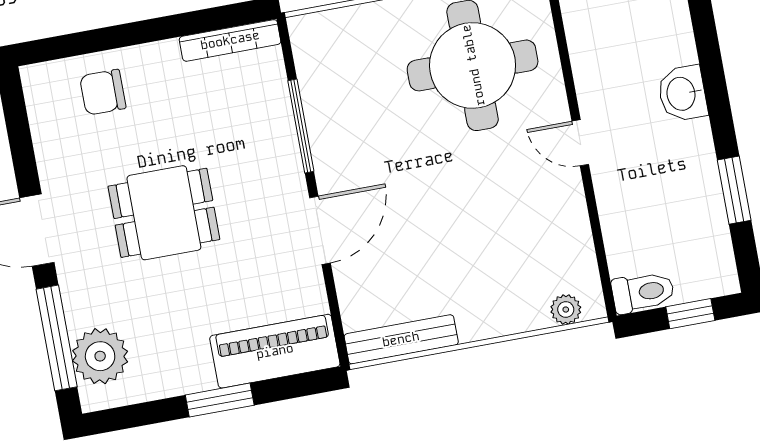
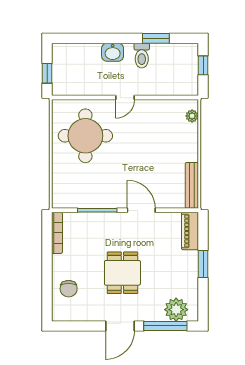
toilet: (643, 292) -> (142, 56), moved, turned 180
piano: (275, 351) -> (190, 231), width x0.73, depth x0.75

